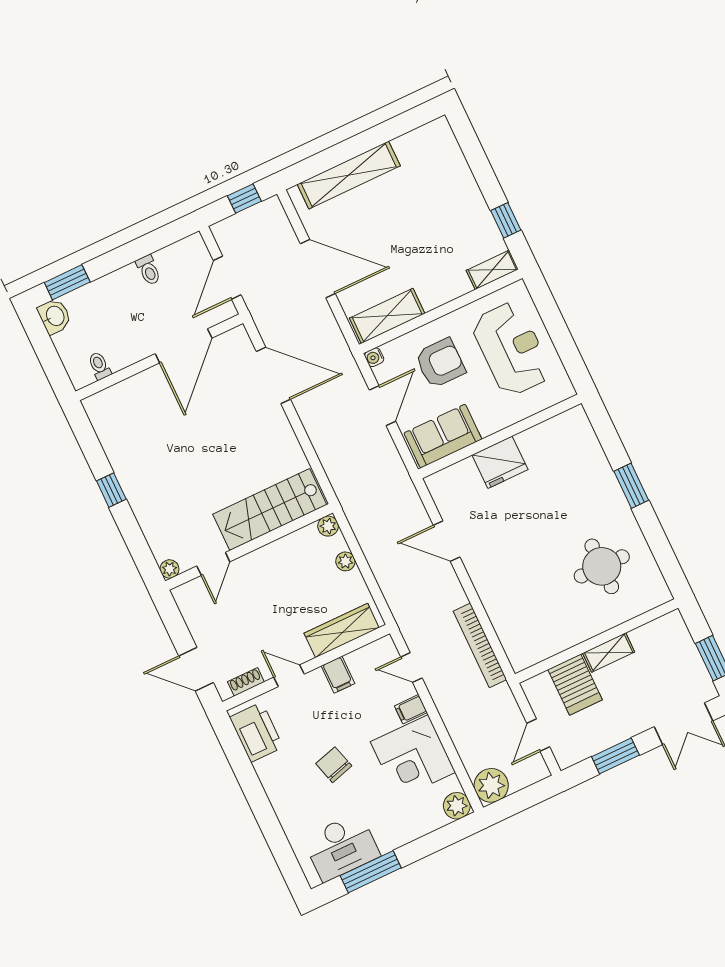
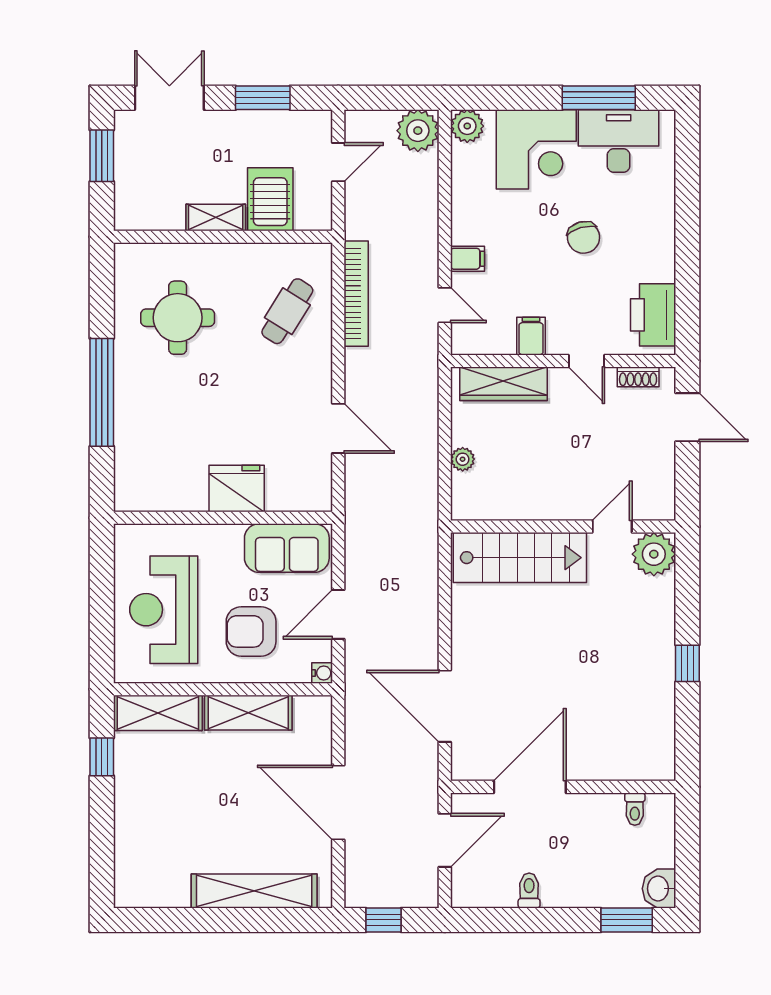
shelving: (492, 270) -> (158, 713), width x1.50, depth x1.33
shelving: (387, 316) -> (248, 713), moved
window: (631, 486) -> (102, 392), width x2.11
plant: (328, 526) -> (463, 508), removed
plant: (170, 569) -> (654, 554), width x1.88, depth x1.88
cafe table: (524, 609) -> (287, 311), added
corner desk: (413, 757) -> (536, 149), moved, turned 90

